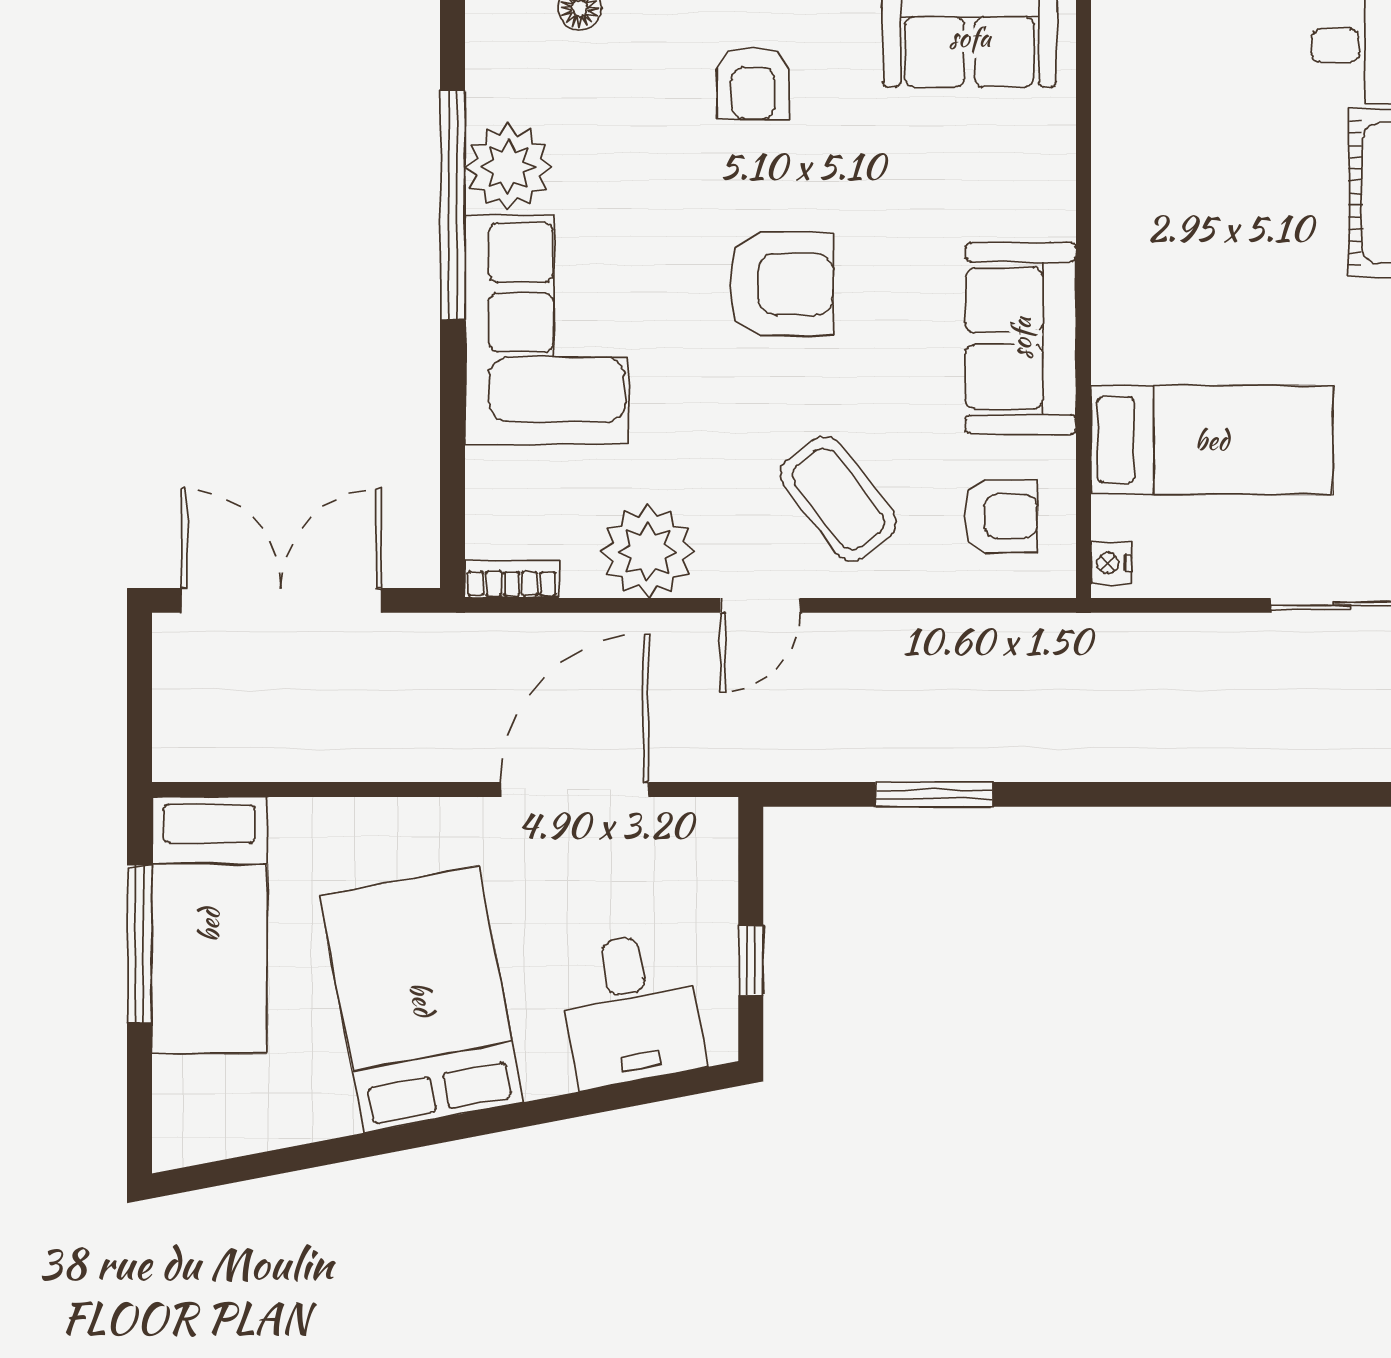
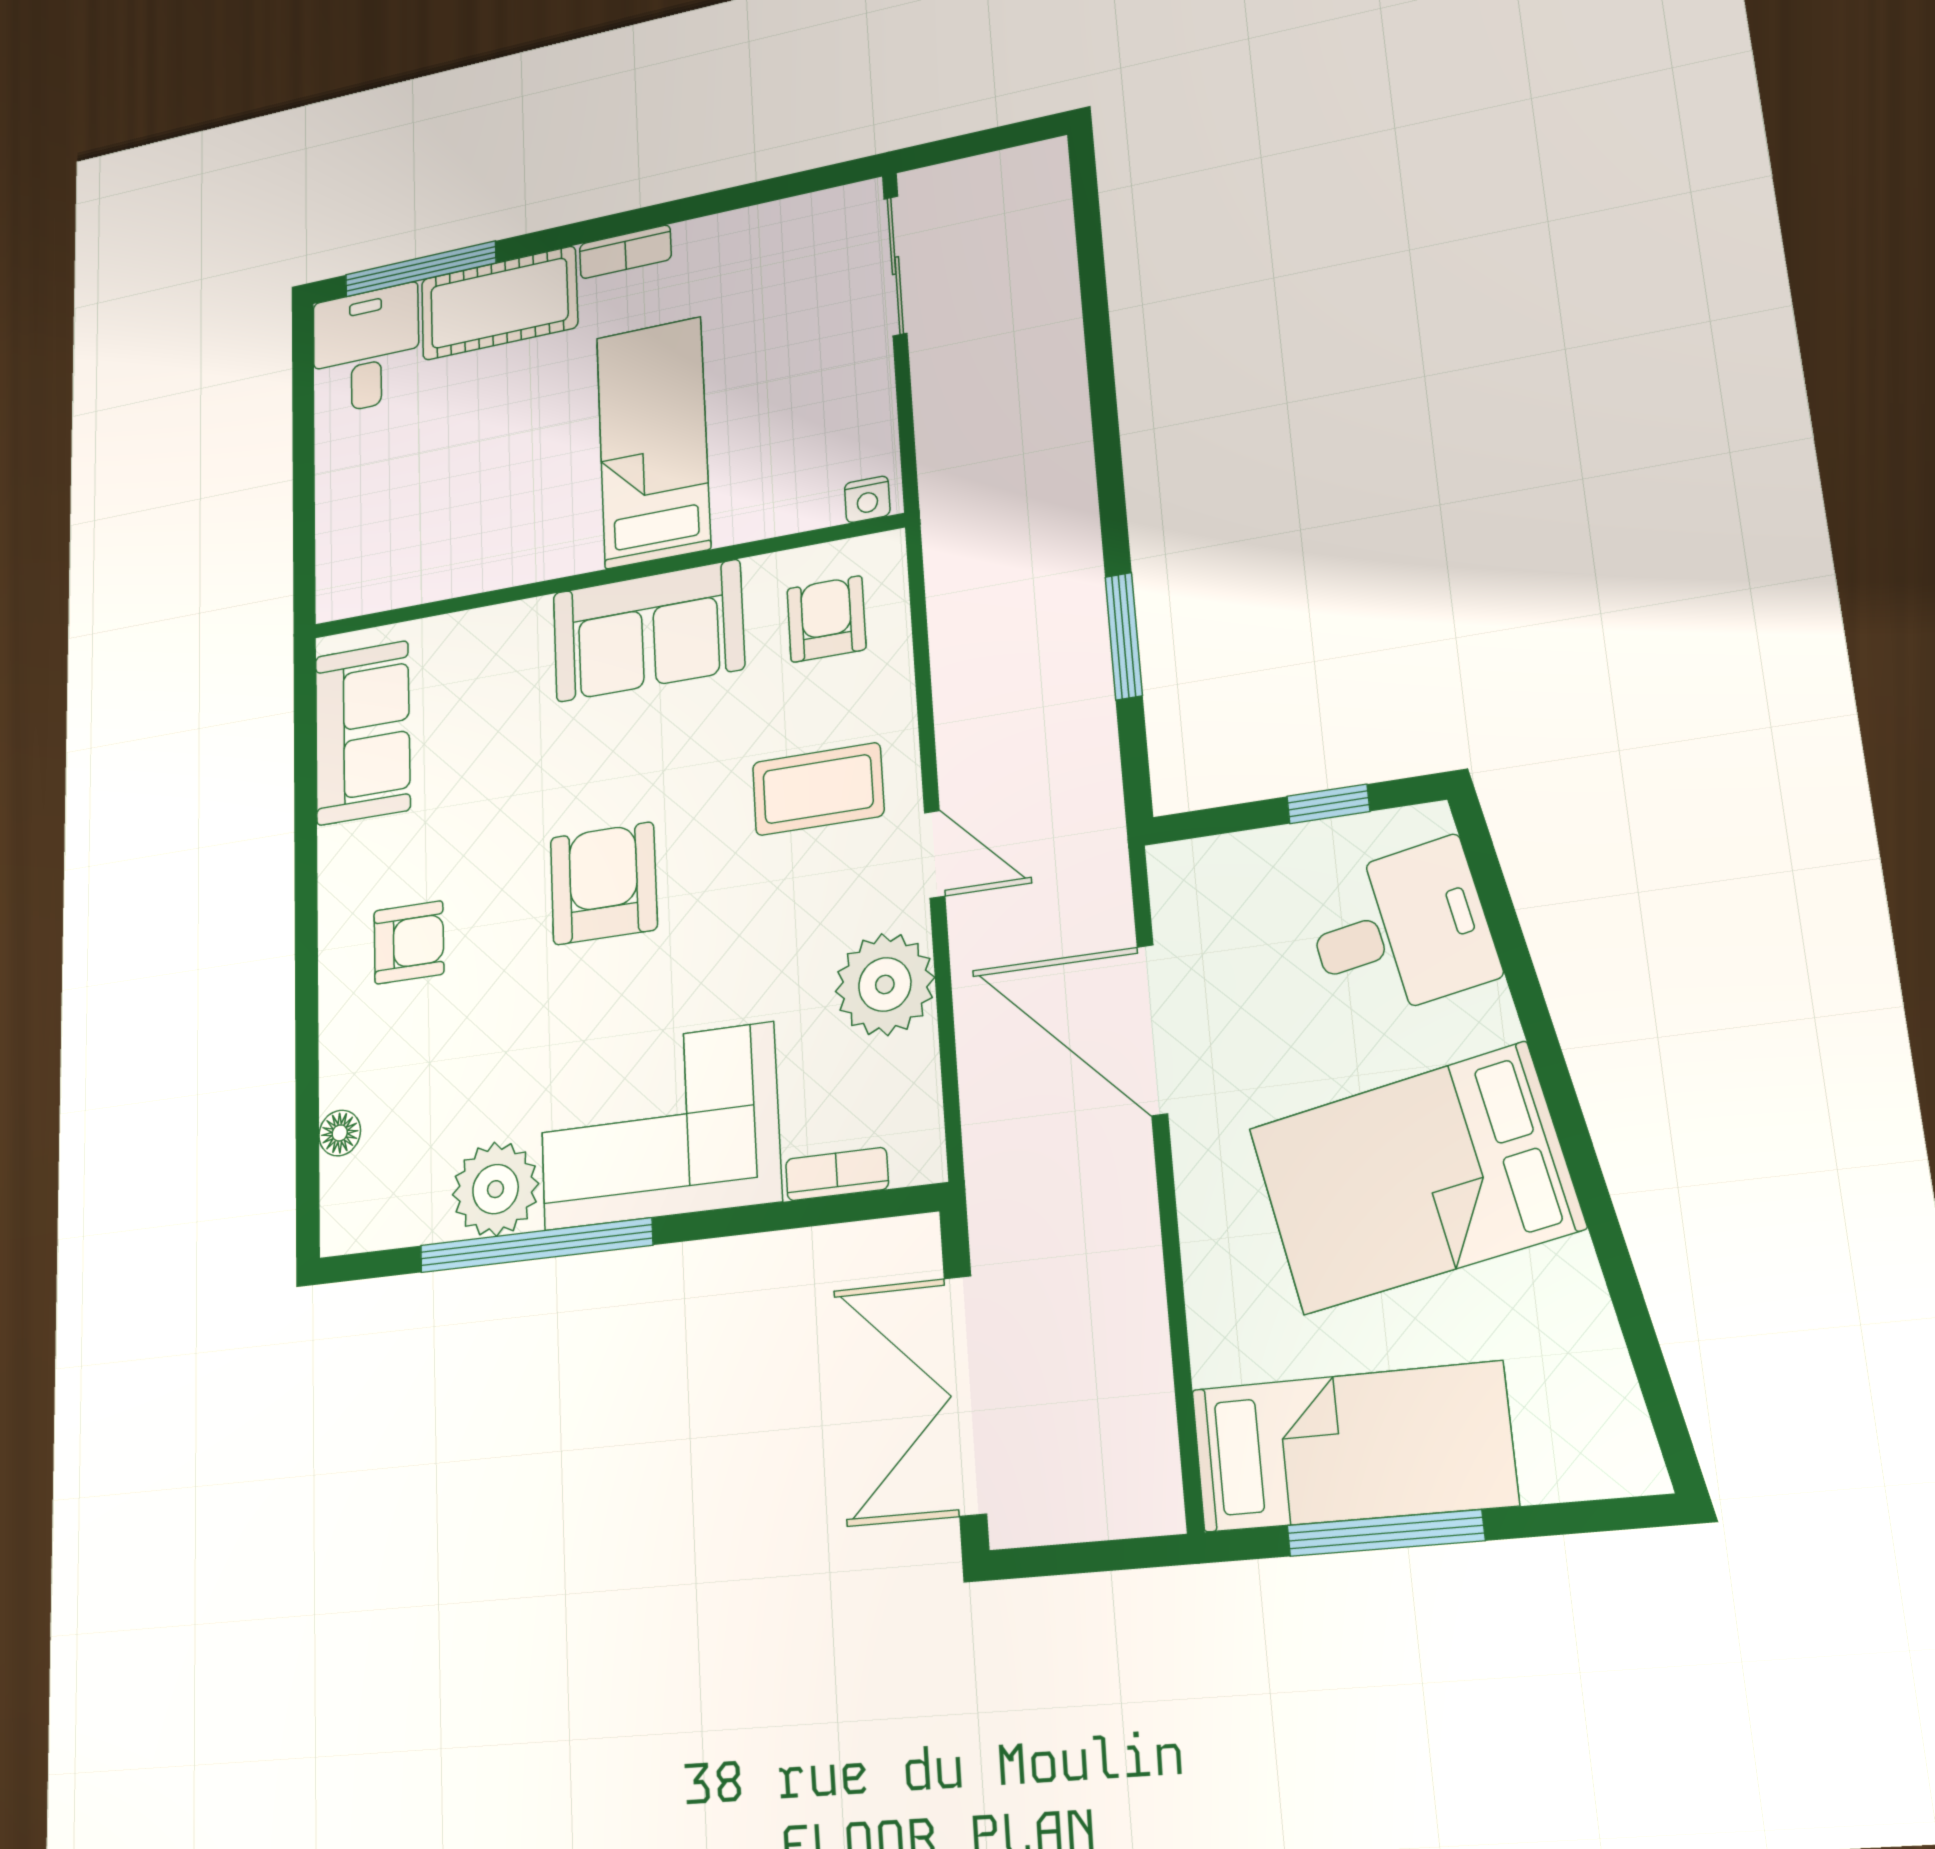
bed: (1212, 440) -> (653, 442), moved
coffee table: (838, 499) -> (818, 789), turned 38
bookcase: (512, 579) -> (837, 1174), moved, turned 90

